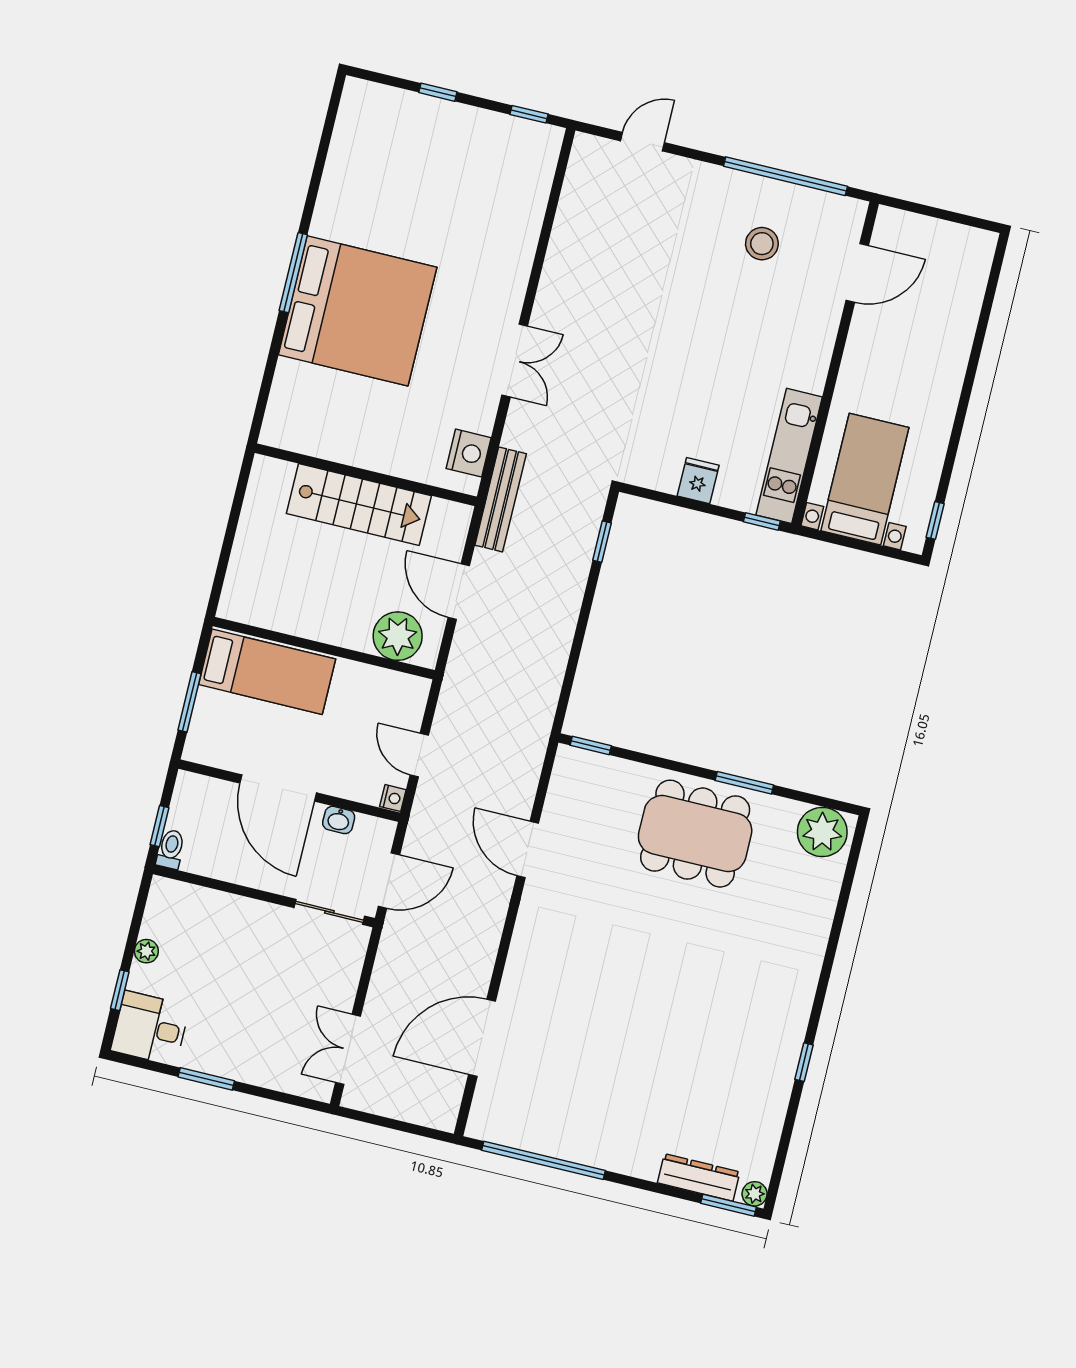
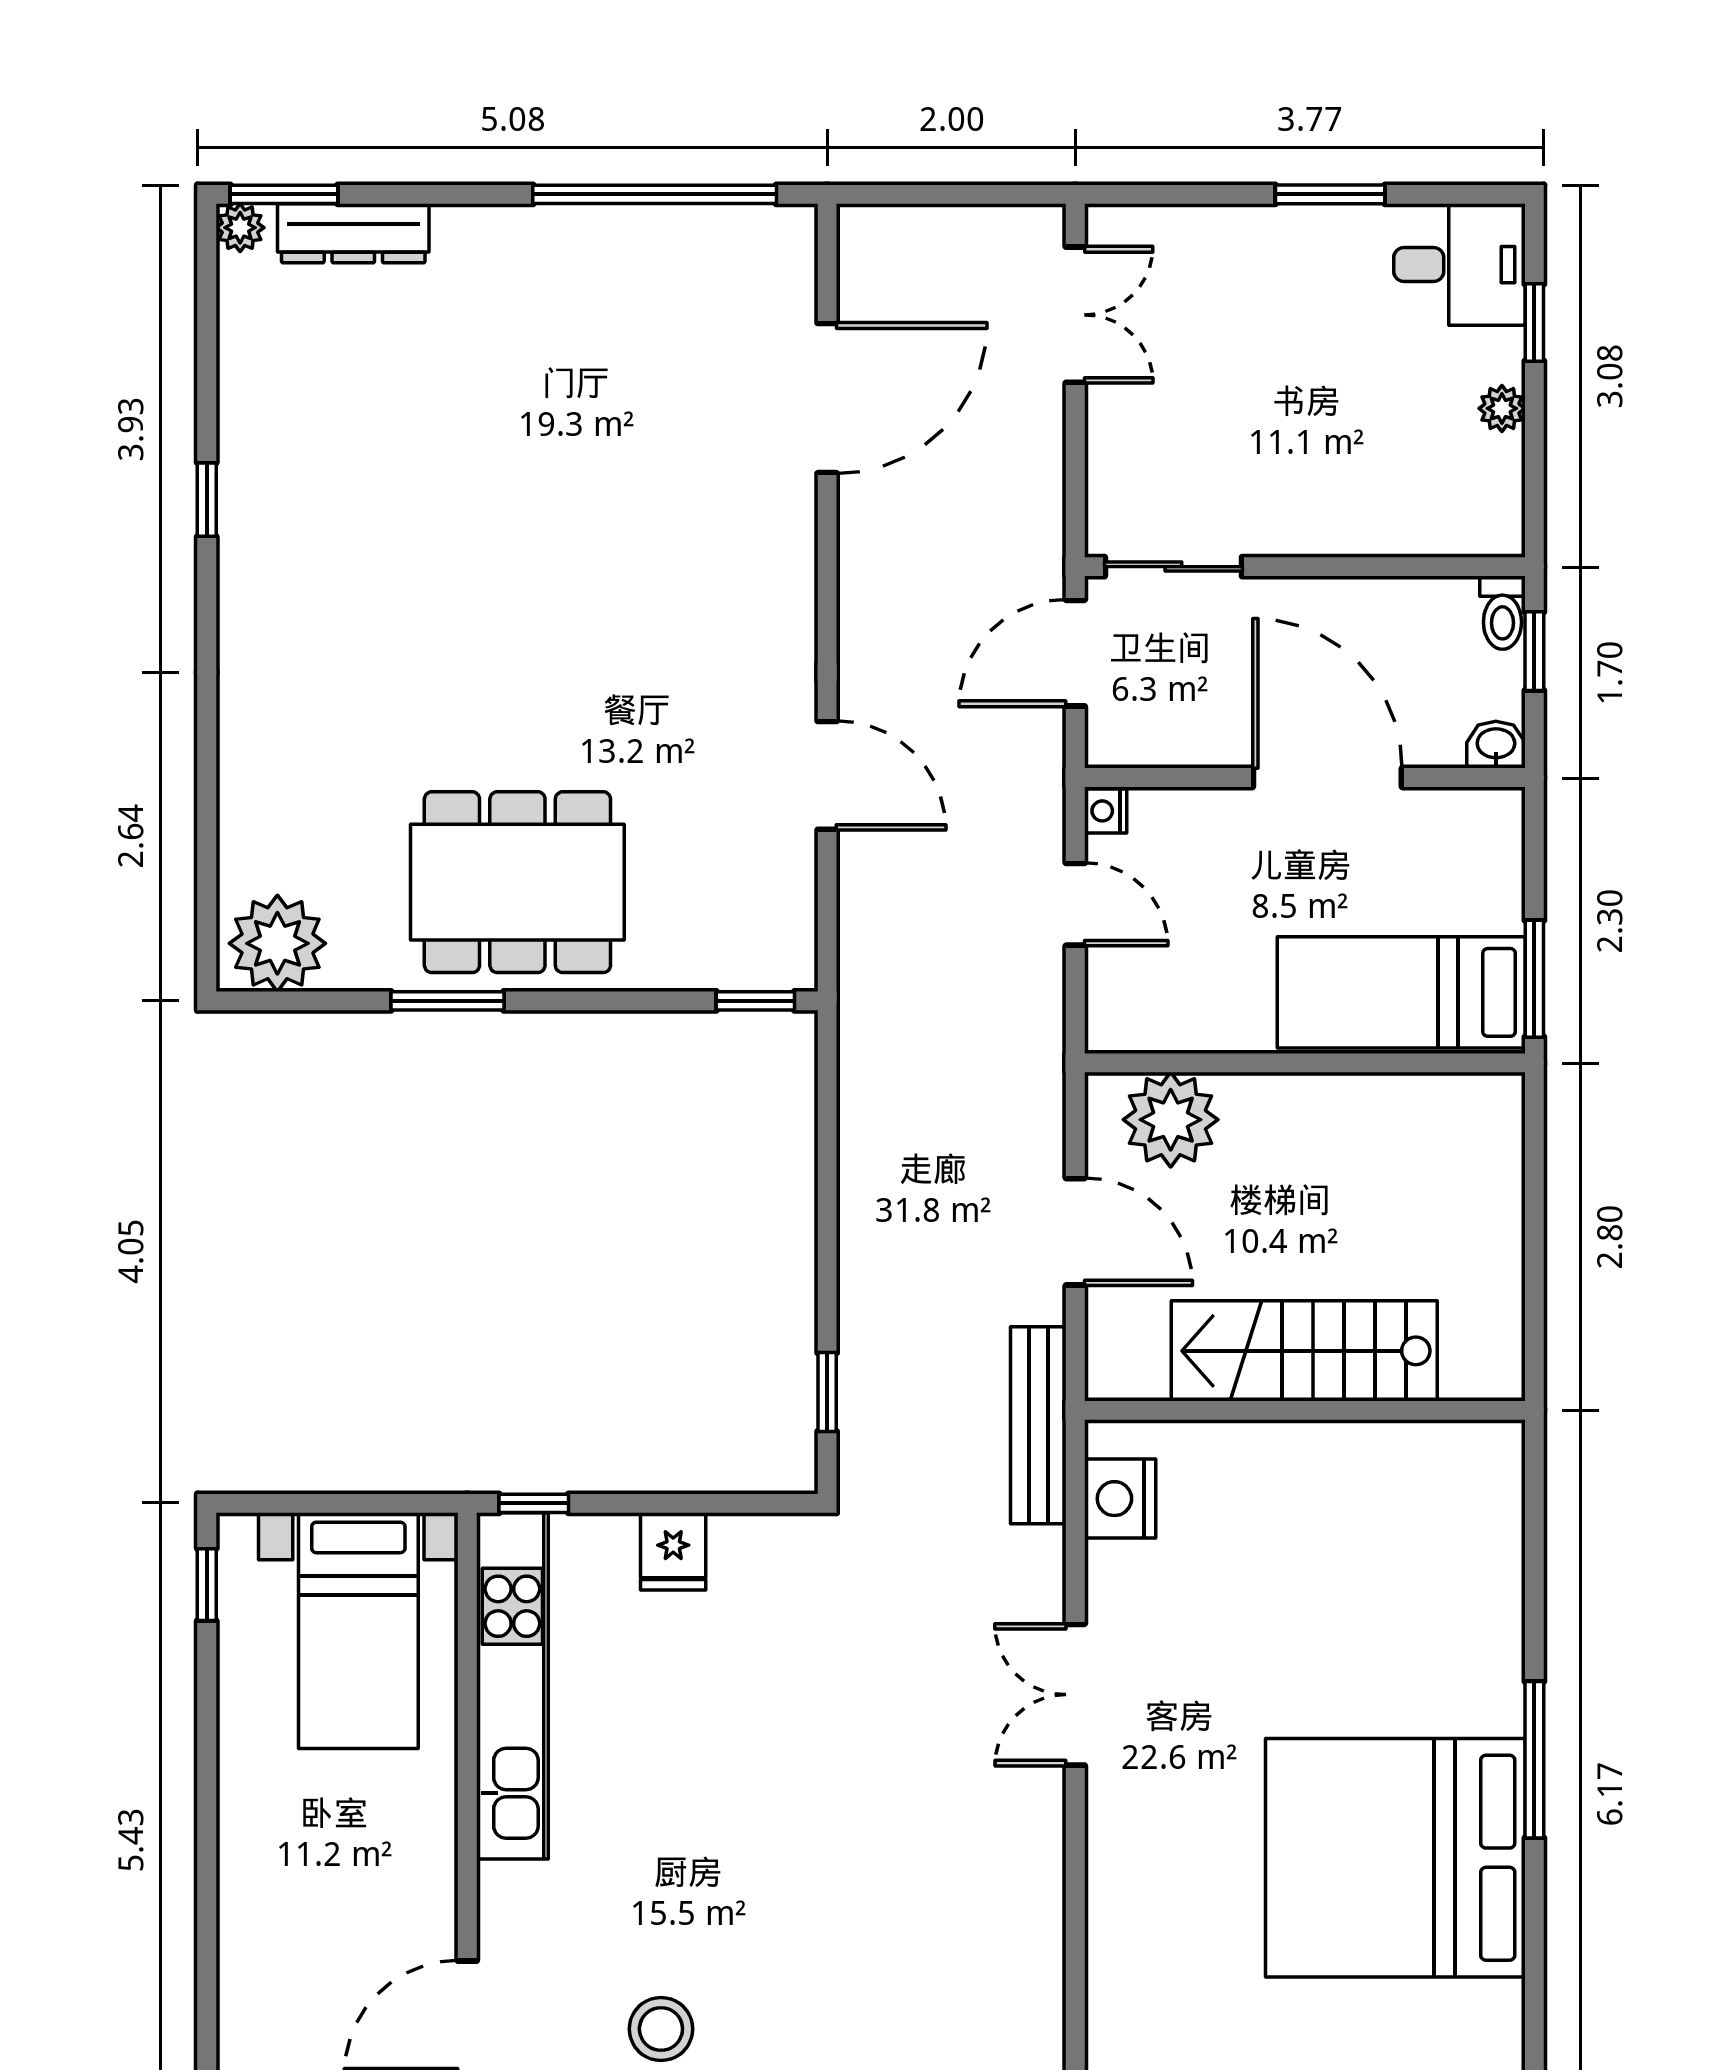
bed: (358, 311) -> (1395, 1858), moved
kitchen unit: (789, 456) -> (512, 1686), width x1.36
window: (190, 702) -> (1534, 979), moved
washbasin: (339, 820) -> (1496, 745), moved

